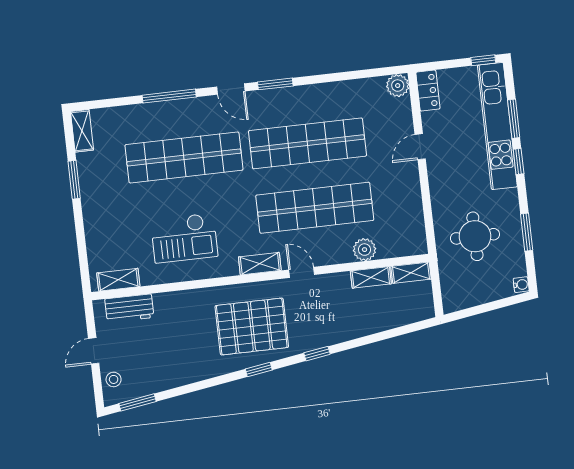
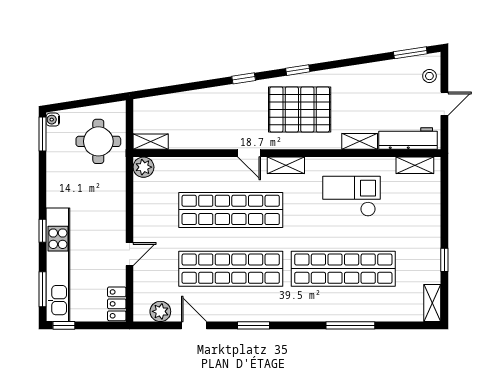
plant: (398, 86) -> (160, 311), moved
door: (231, 89) -> (194, 325), moved
window: (514, 119) -> (42, 289), moved
window: (74, 180) -> (444, 260), width x0.67
window: (527, 232) -> (42, 134), moved
round table: (475, 236) -> (98, 141), moved
plant: (365, 250) -> (144, 167), moved
shelving: (371, 277) -> (360, 141), moved
workbench: (129, 308) -> (408, 139), width x1.38

